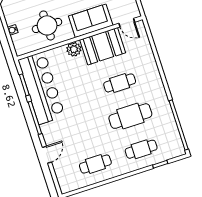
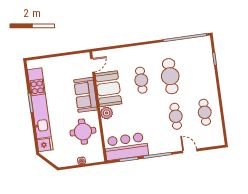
bar counter: (42, 88) -> (126, 146), width x0.73
cafe table: (141, 149) -> (176, 116), moved

